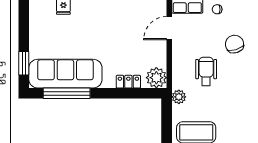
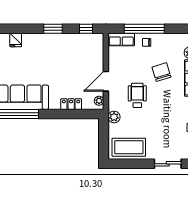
door: (169, 28) -> (106, 81), moved
plant: (156, 78) -> (99, 101), width x0.53, depth x0.53

